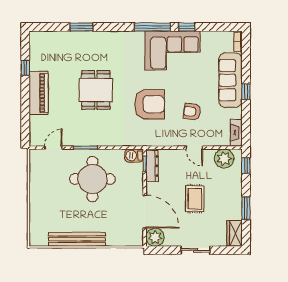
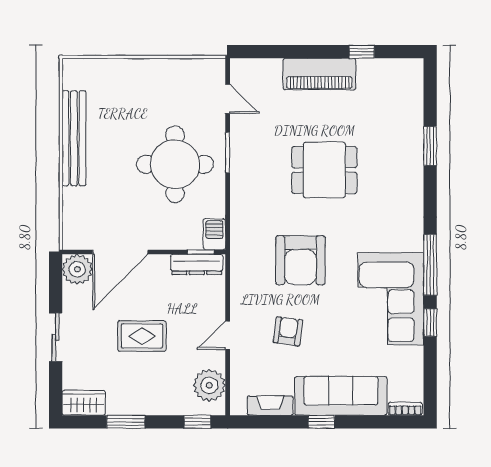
fireplace: (236, 133) -> (270, 406), moved

